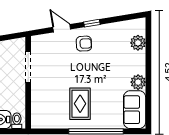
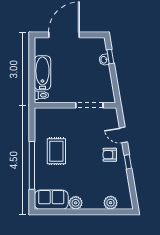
door: (62, 28) -> (123, 135), swing flipped
armchair: (84, 44) -> (110, 155), turned 93
rug: (80, 104) -> (56, 151), turned 90

